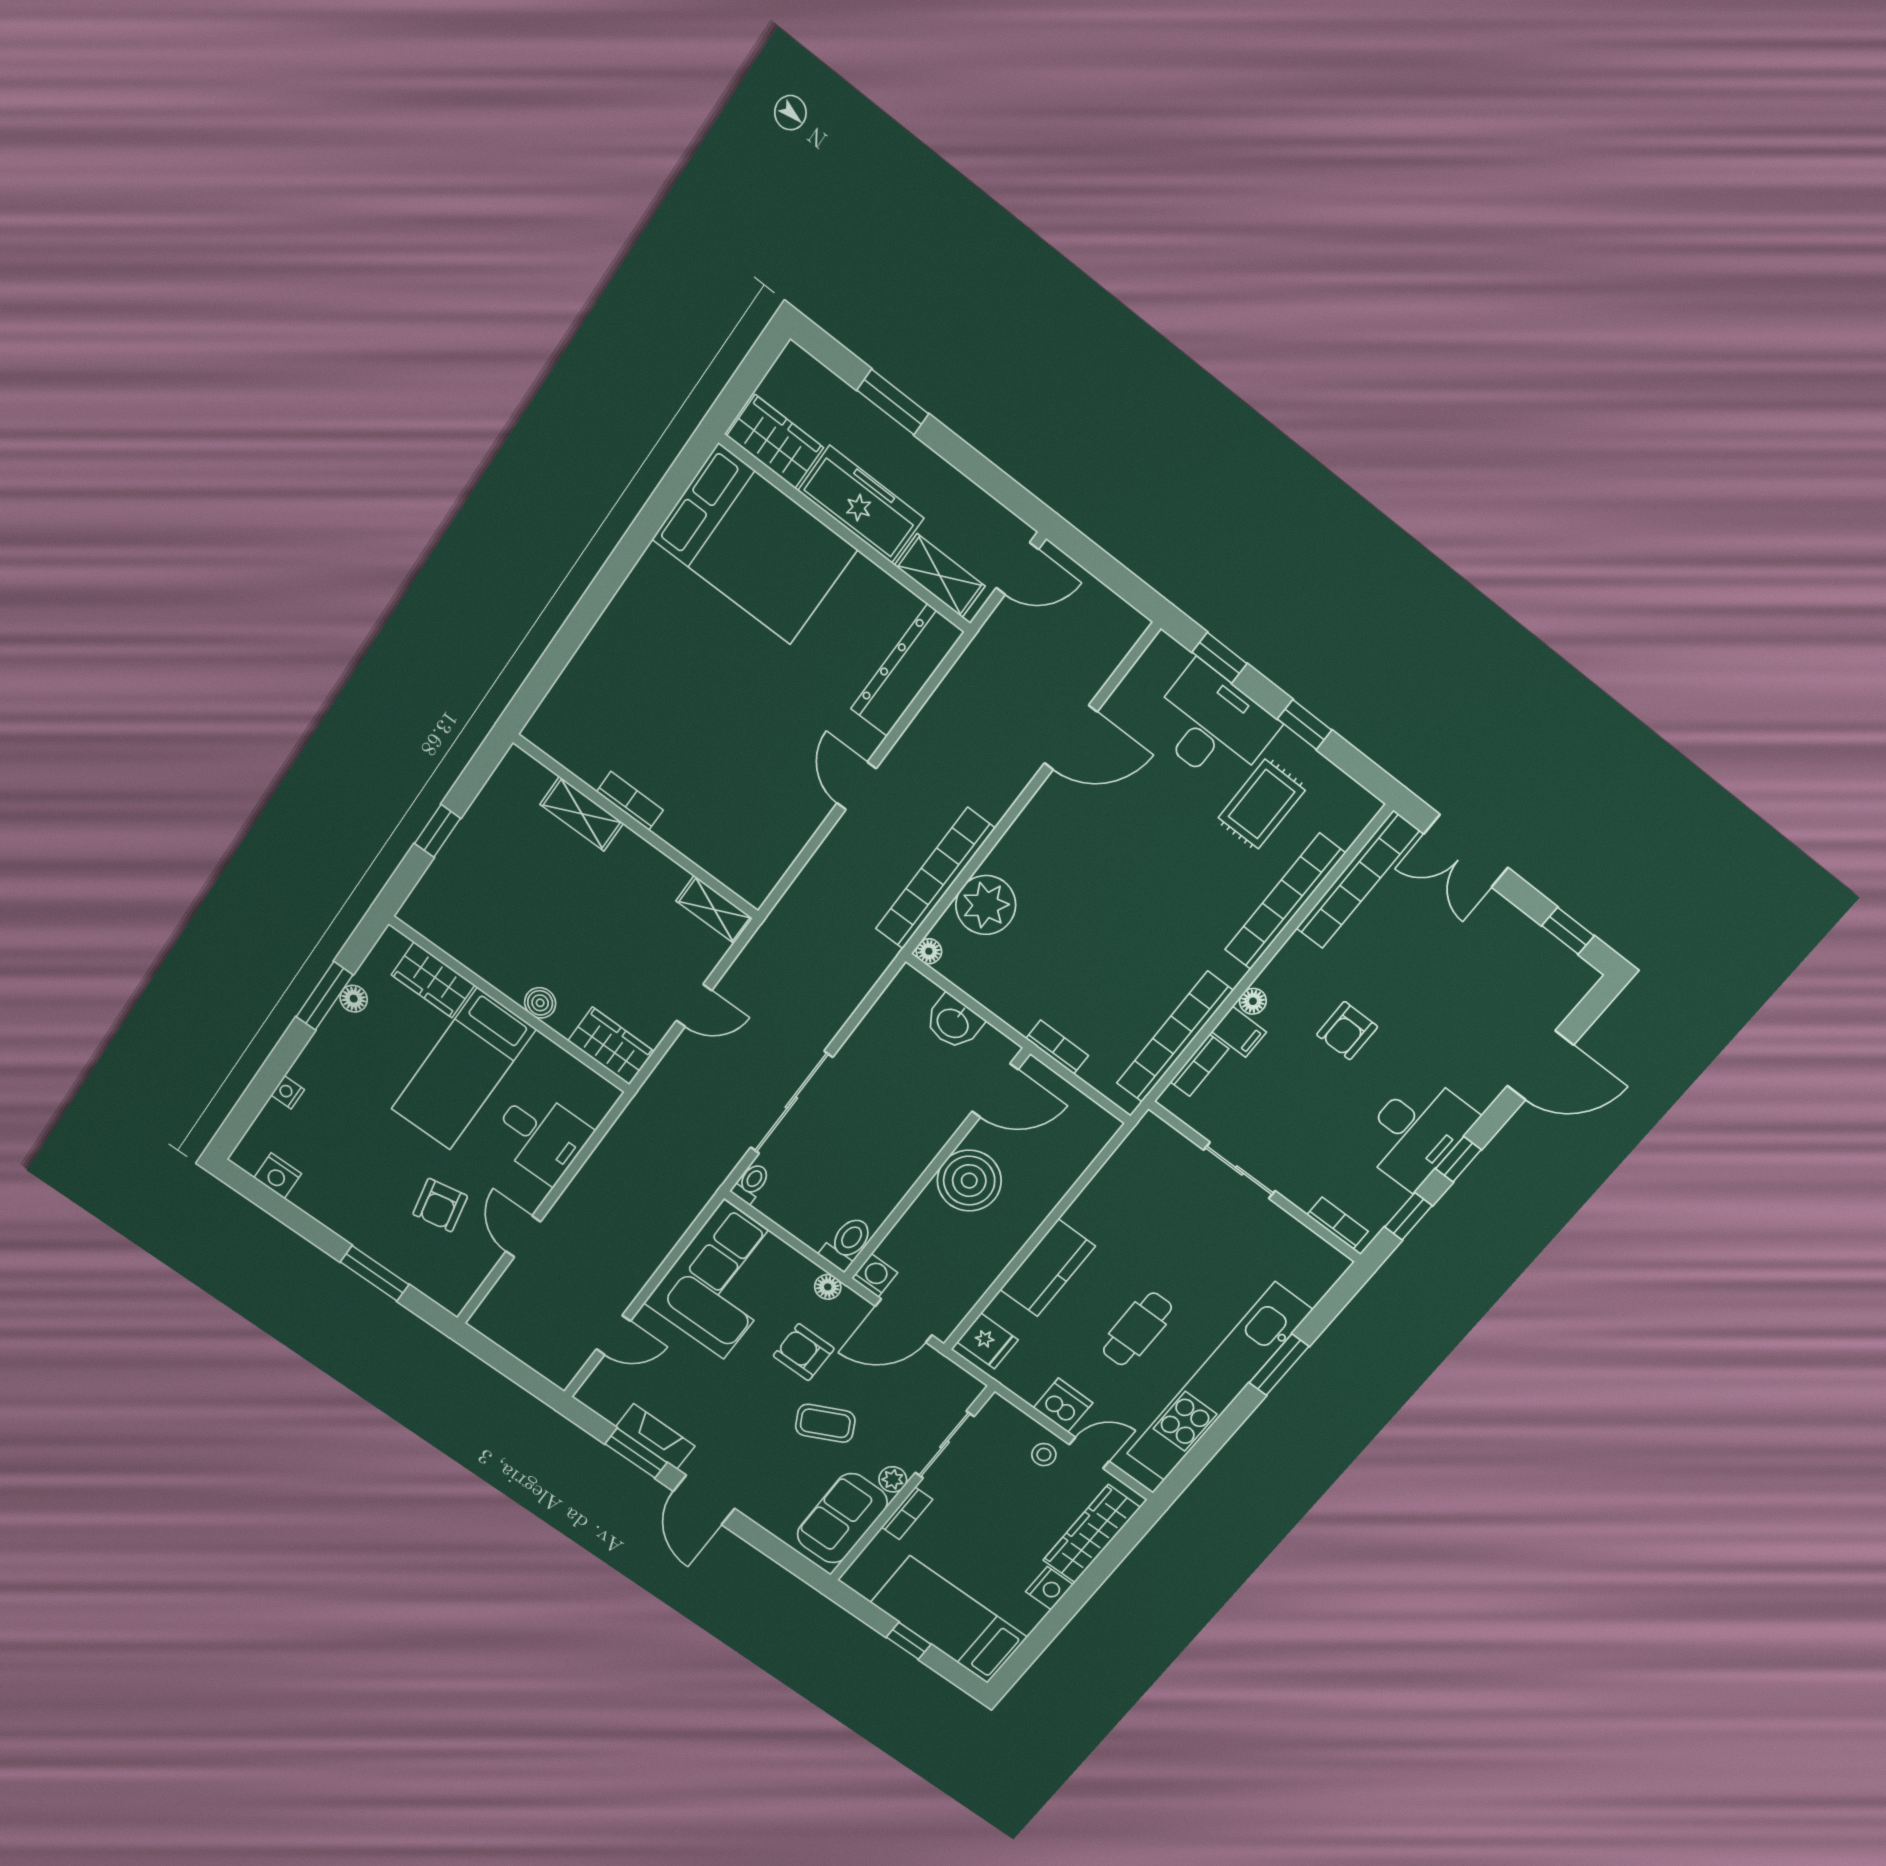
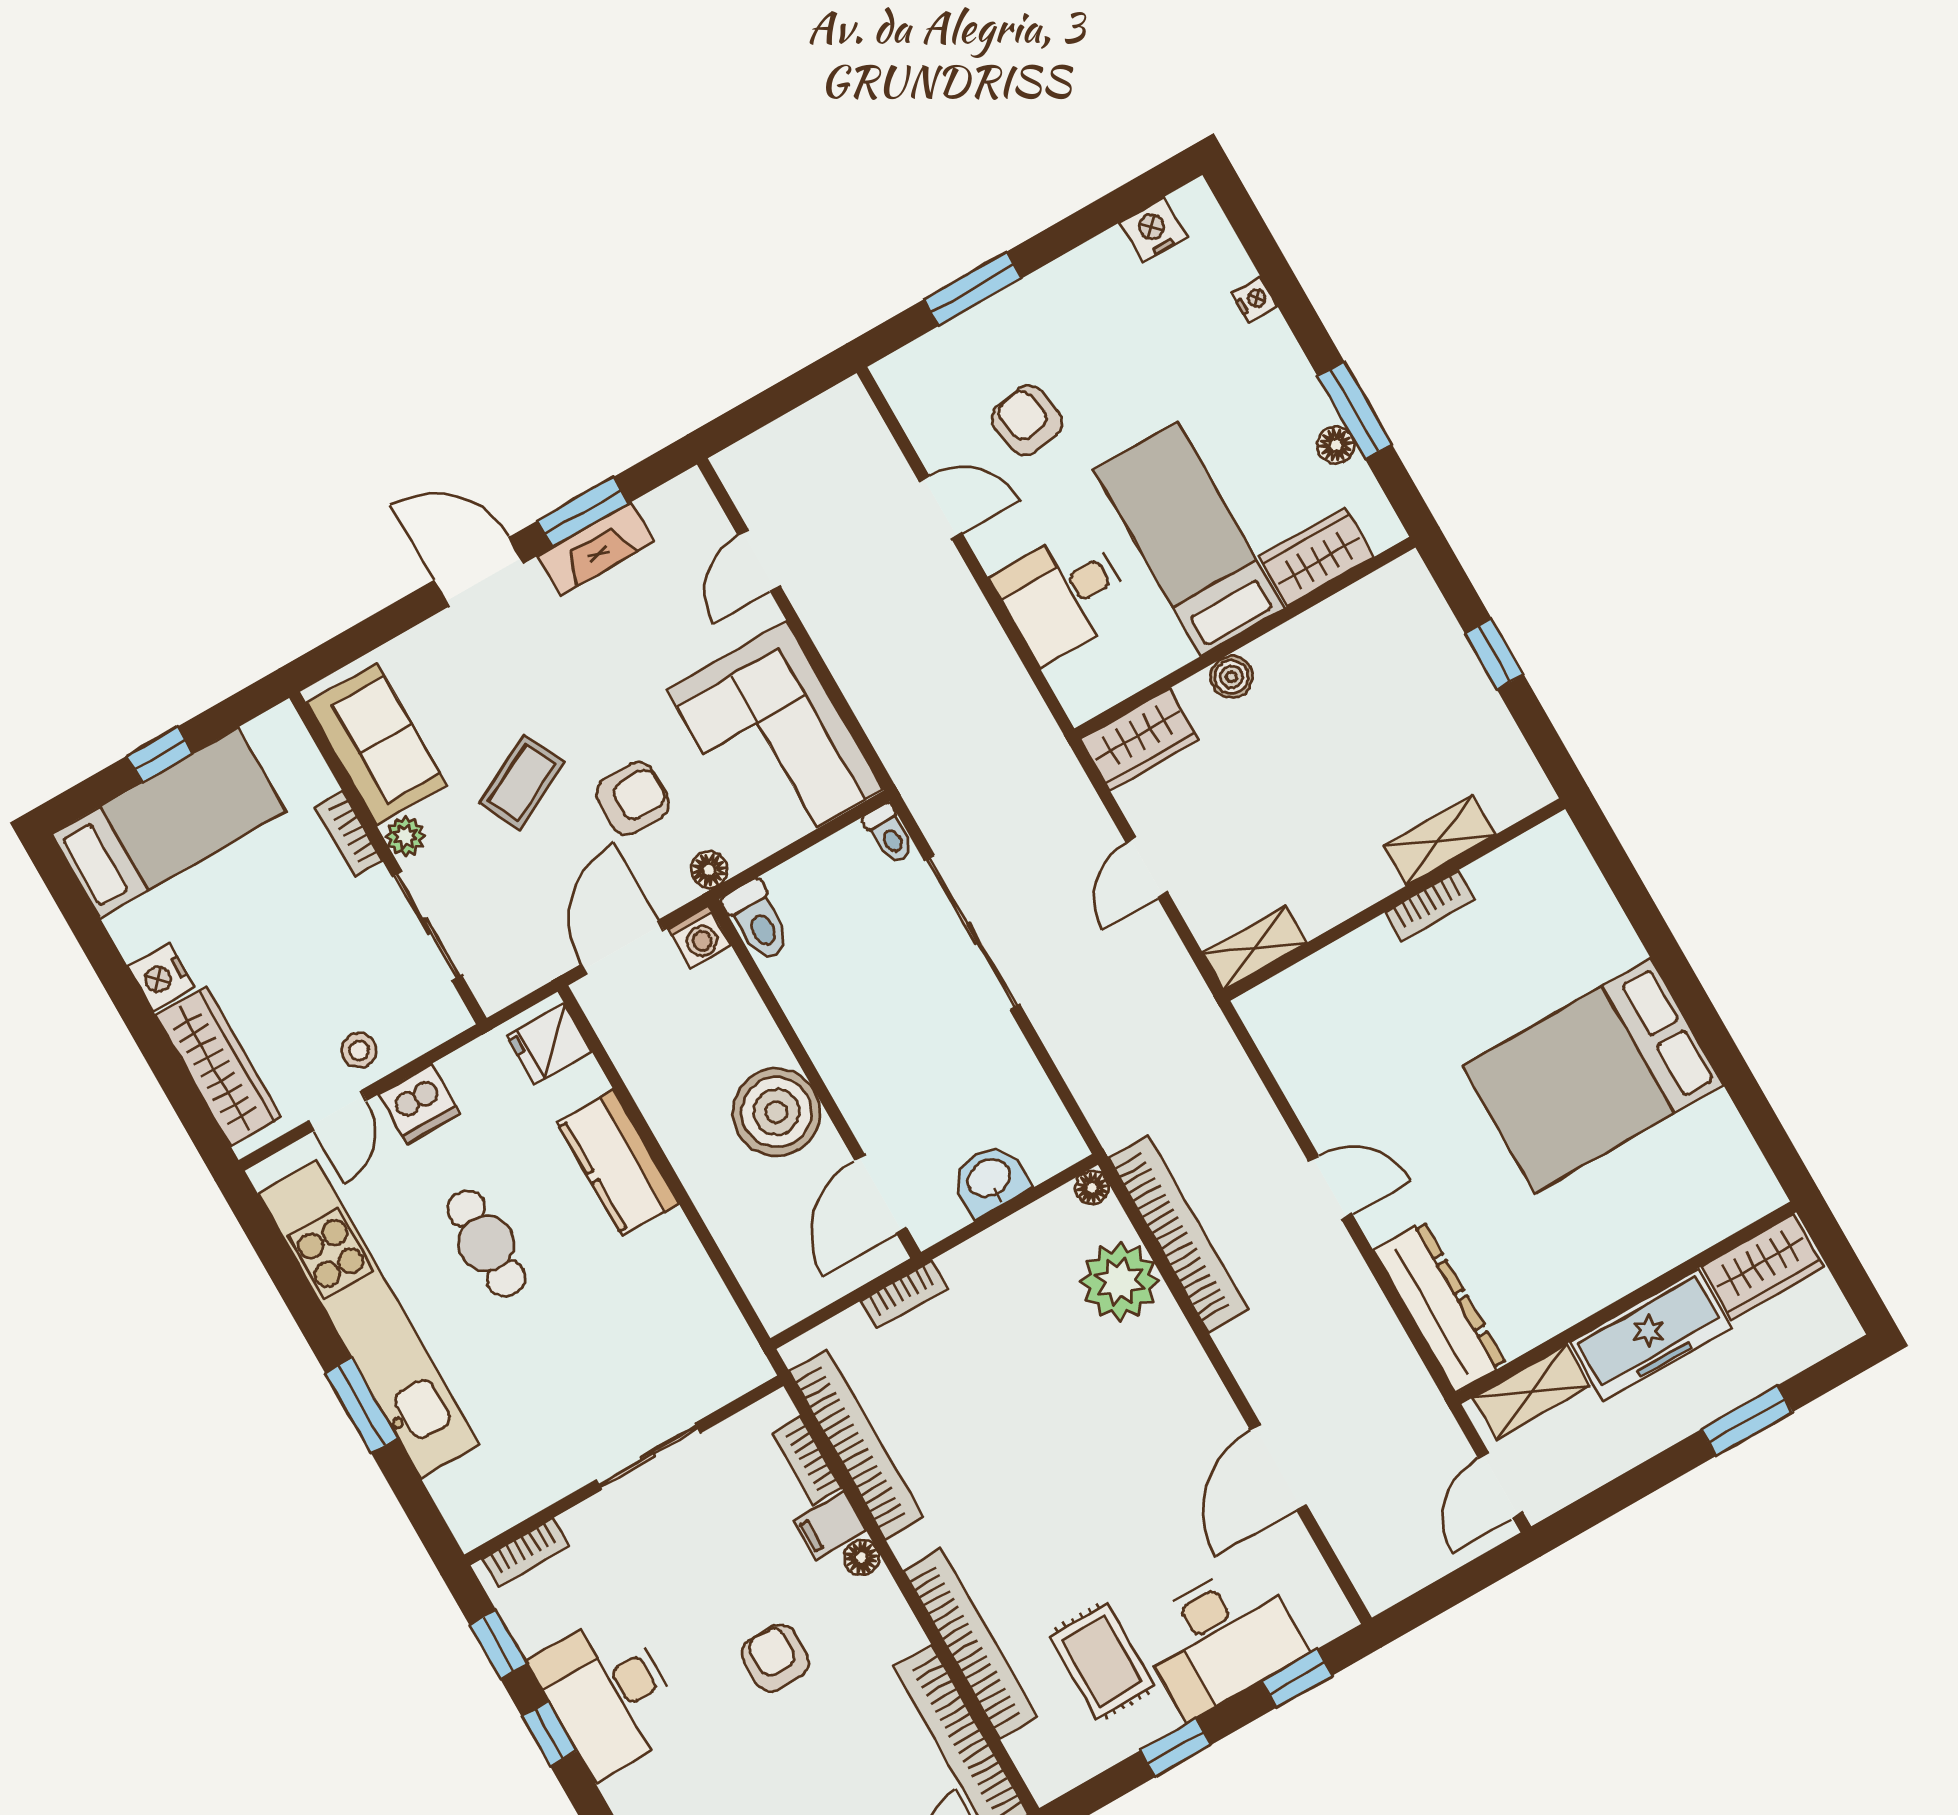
bed: (755, 545) -> (1593, 1076), moved

